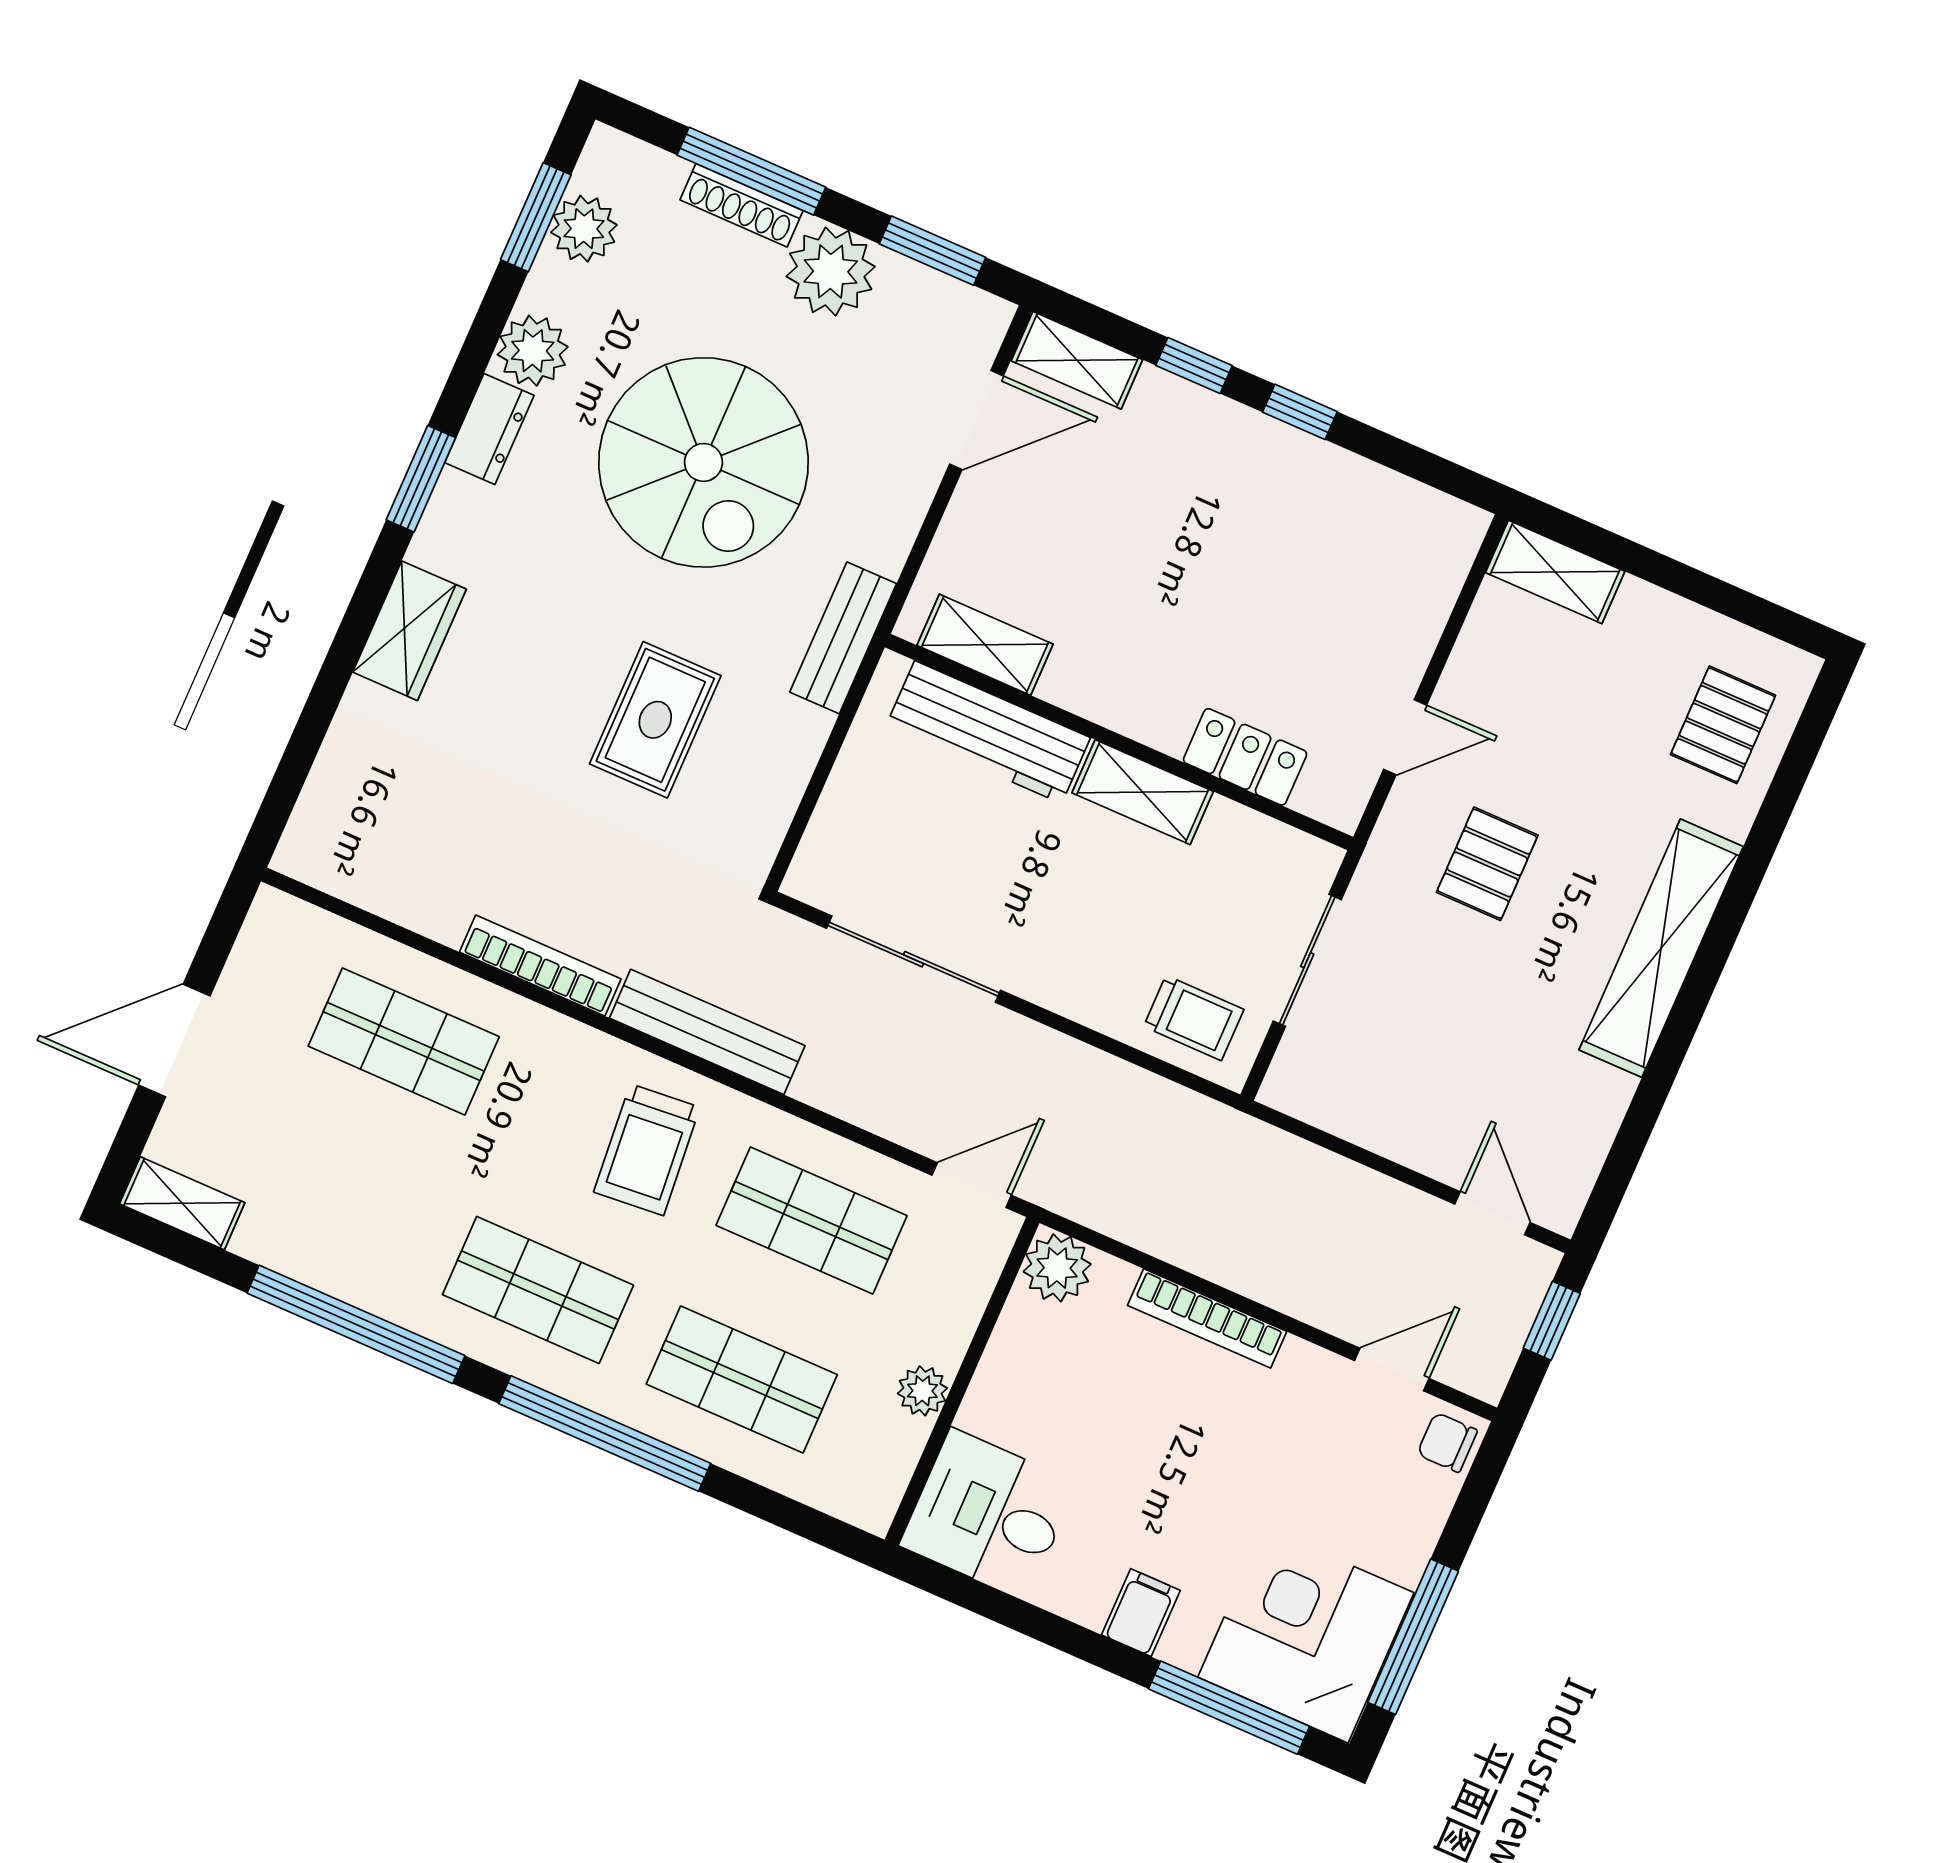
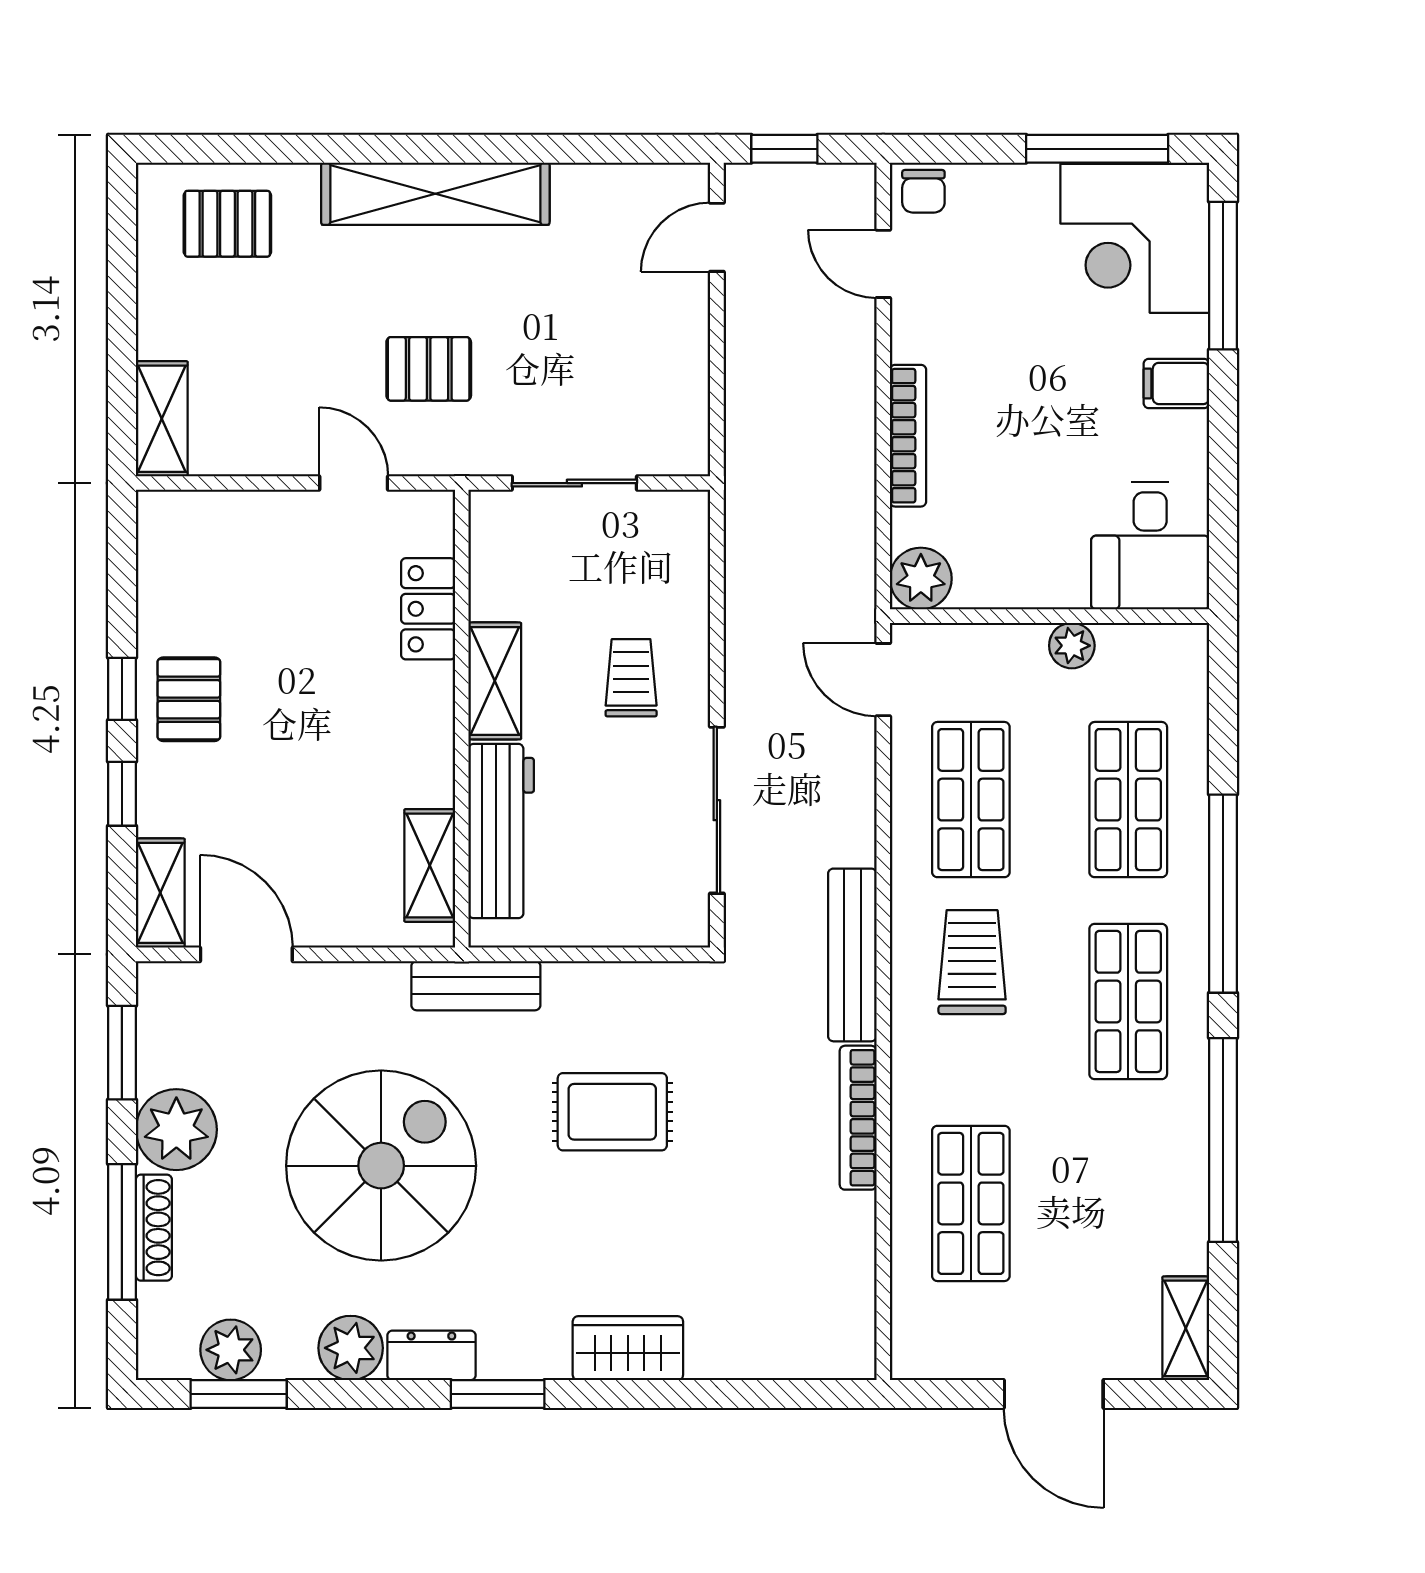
pallet: (1260, 475) -> (189, 699), added
trolley: (1194, 1018) -> (631, 678), moved
trolley: (647, 1150) -> (972, 962), turned -85

